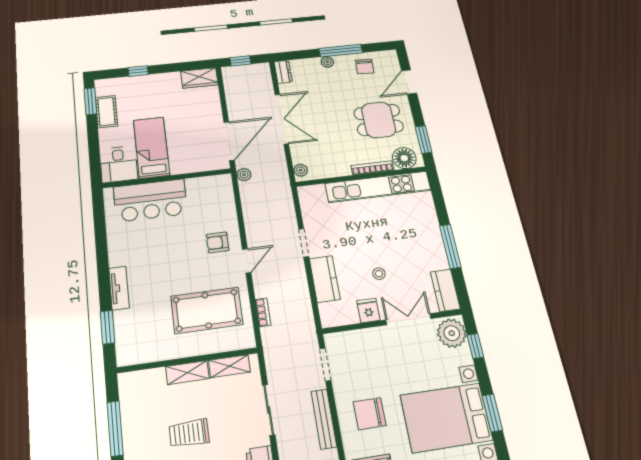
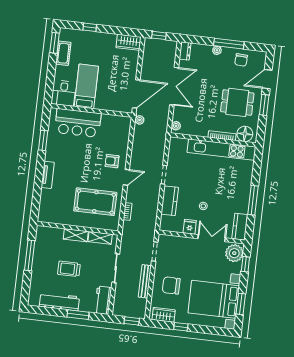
window: (423, 140) -> (264, 105), moved
window: (107, 327) -> (43, 140), moved

